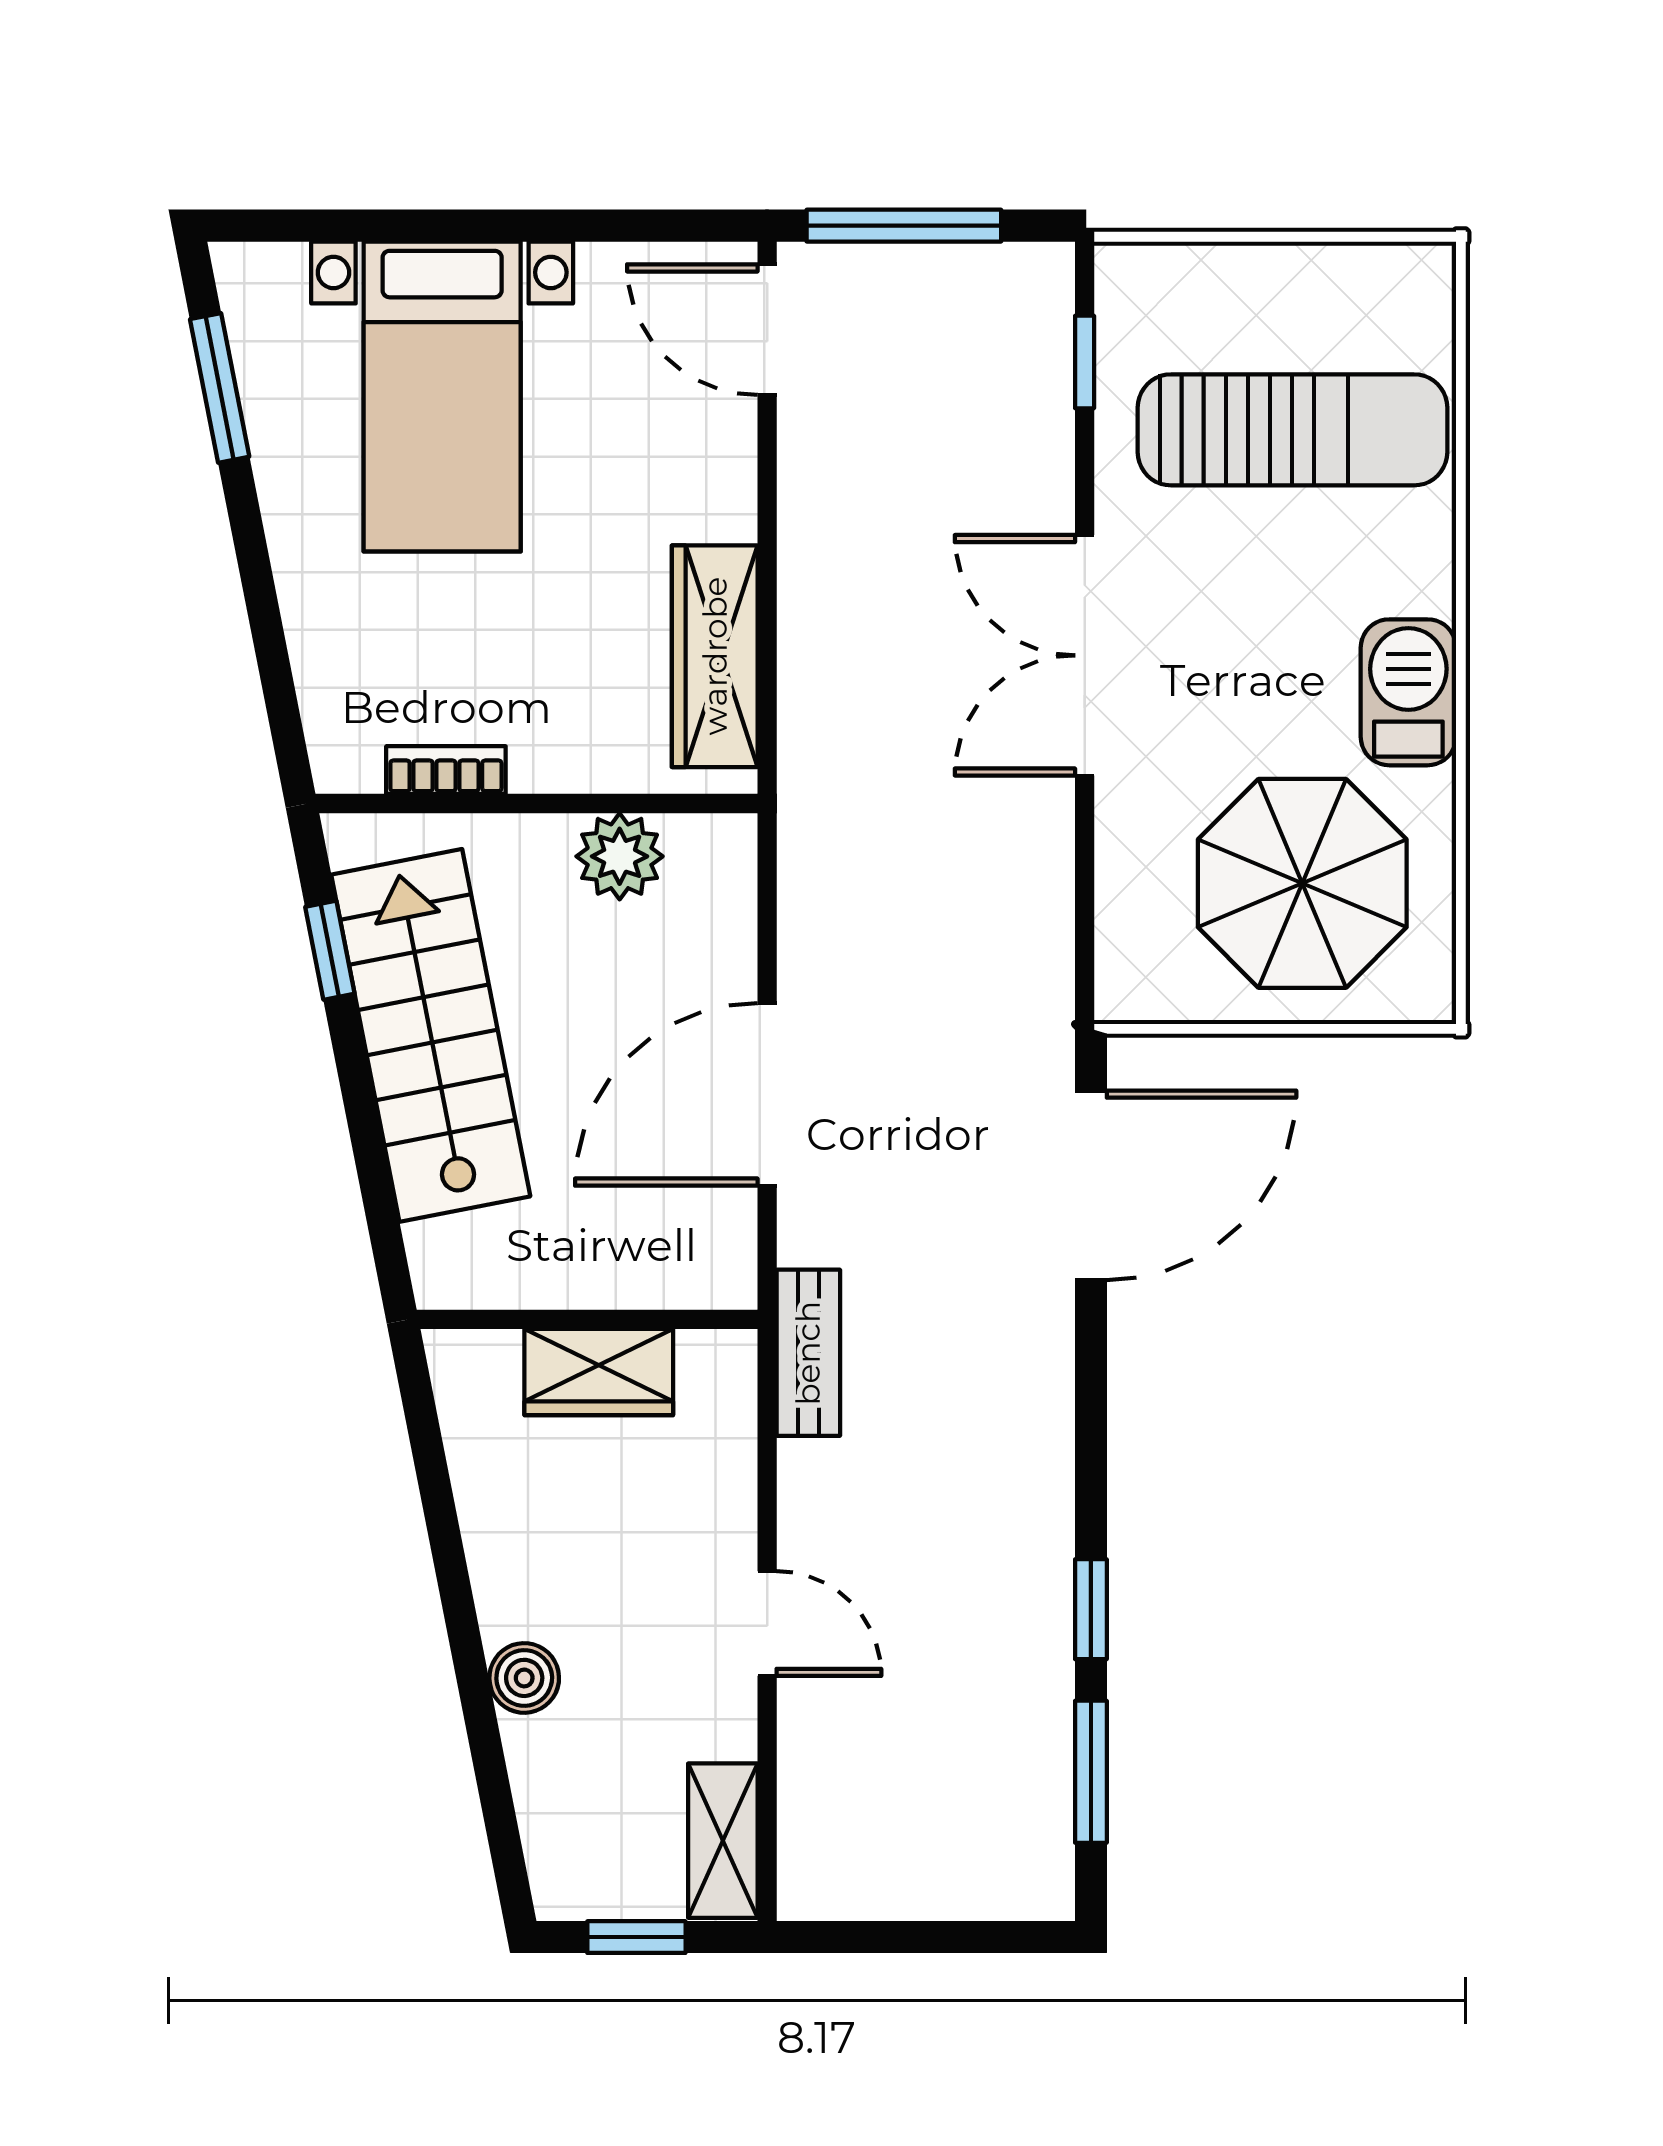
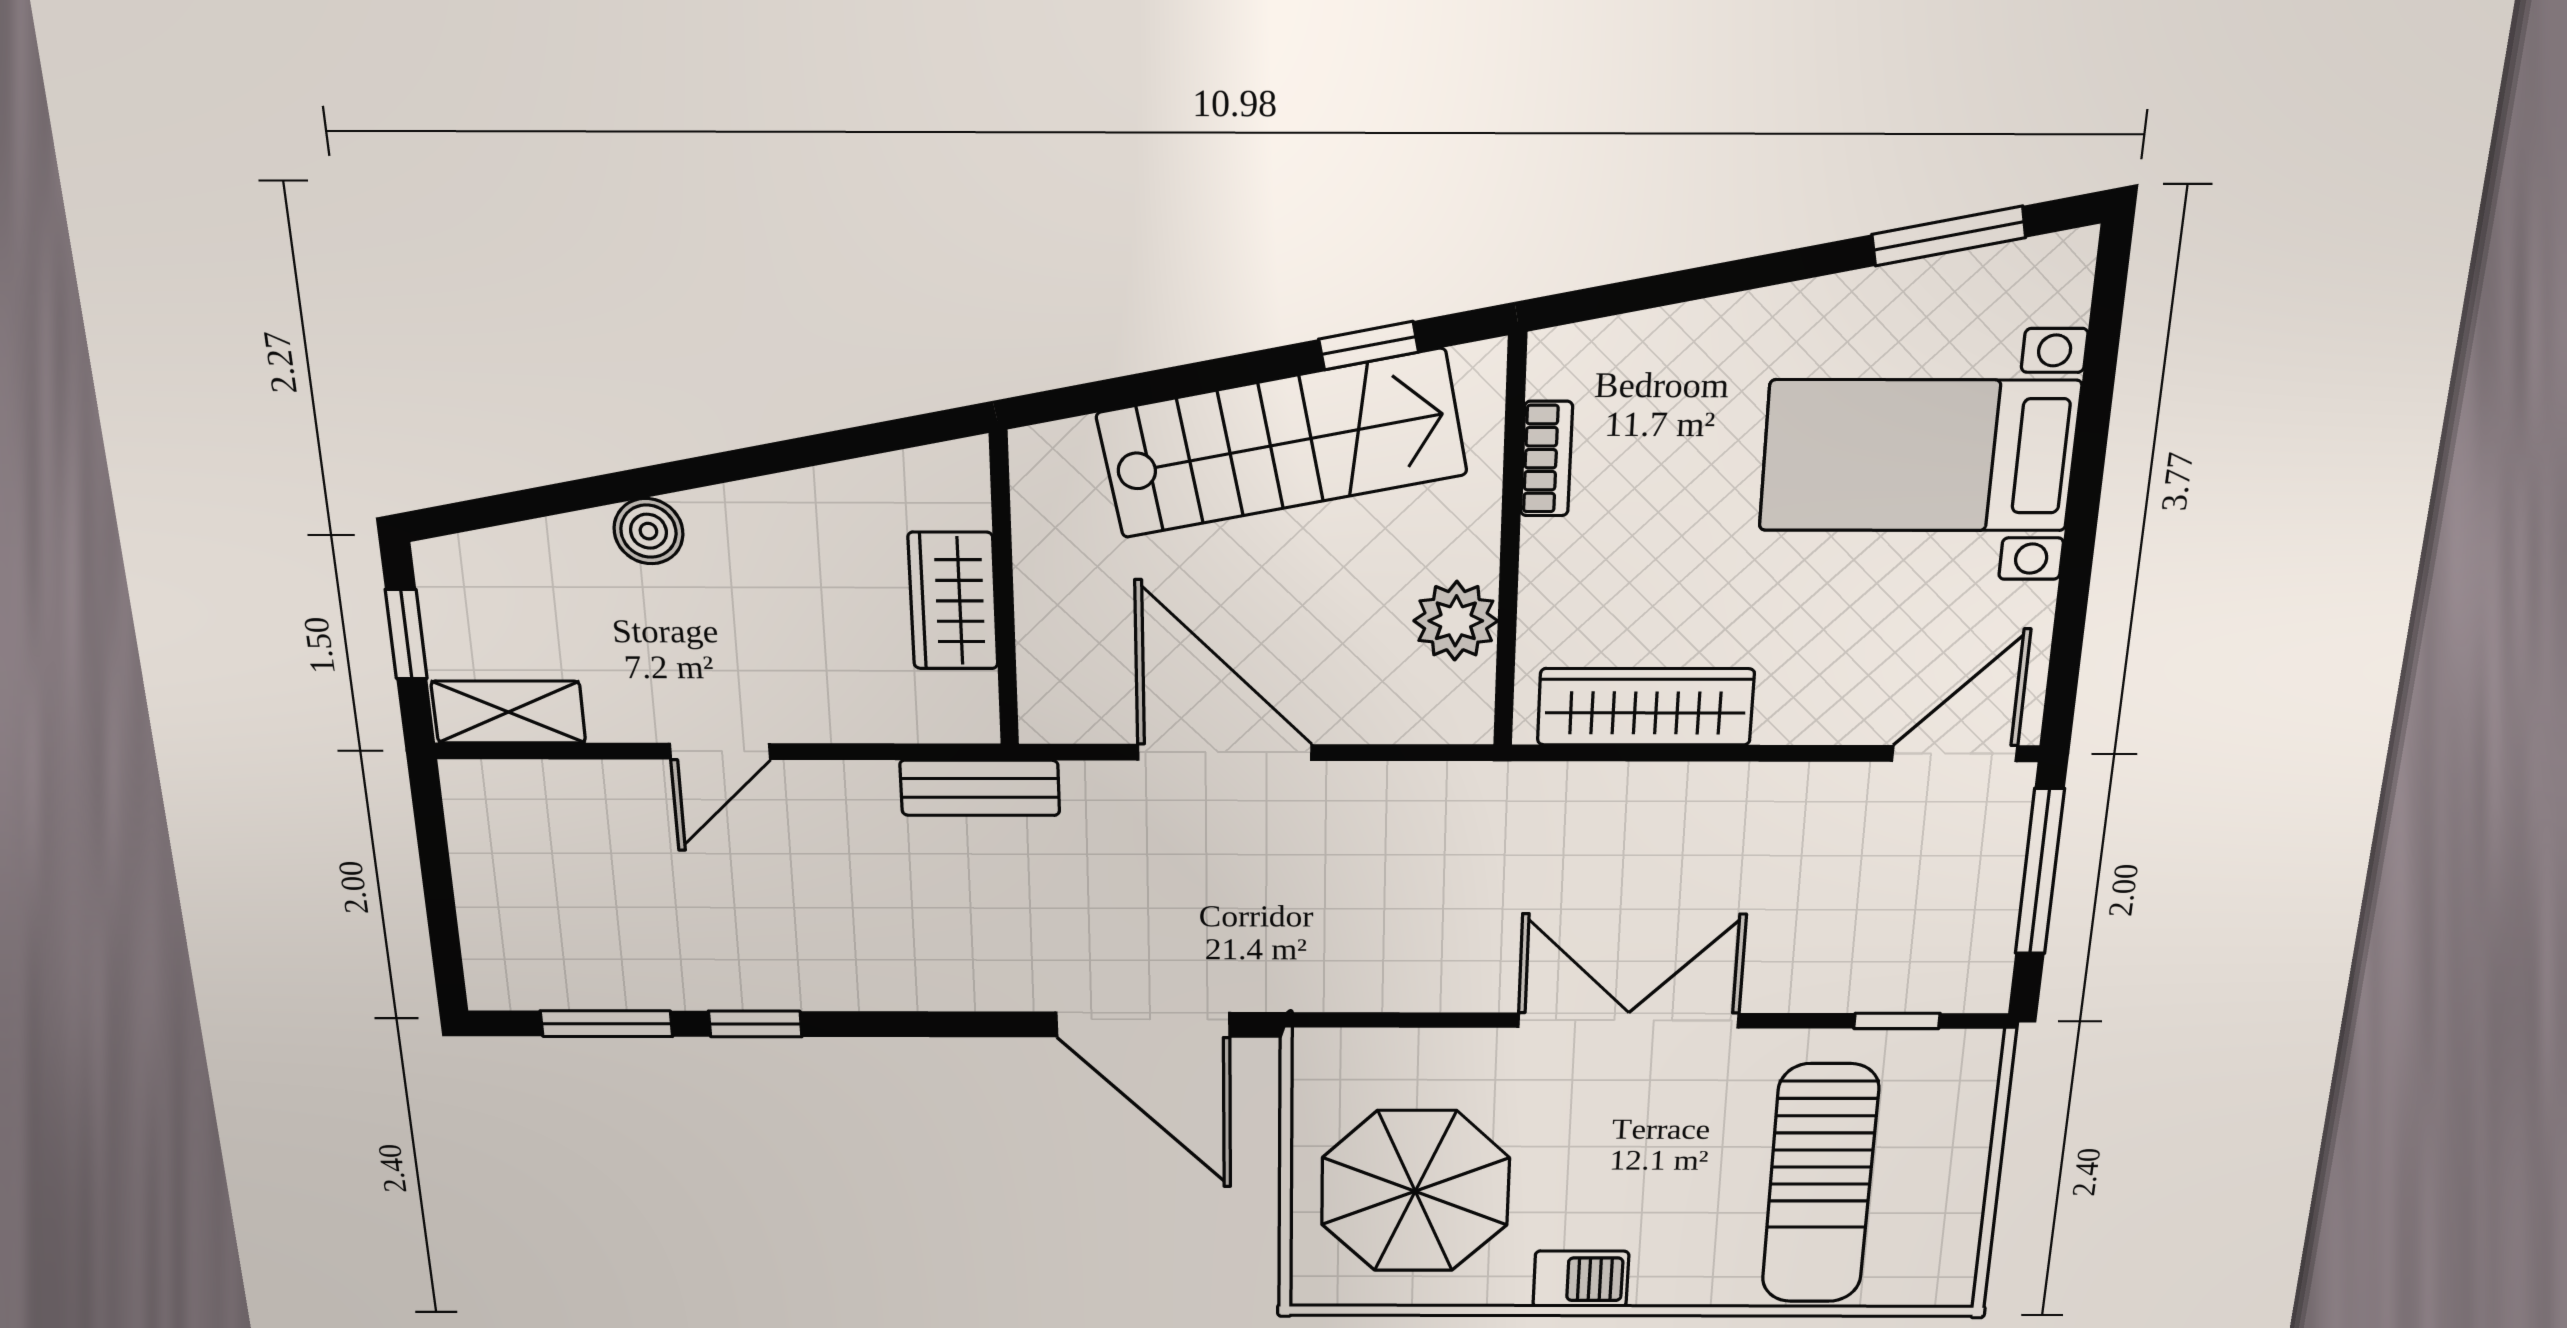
barbecue: (1408, 692) -> (1581, 1279), width x0.73, depth x0.79

